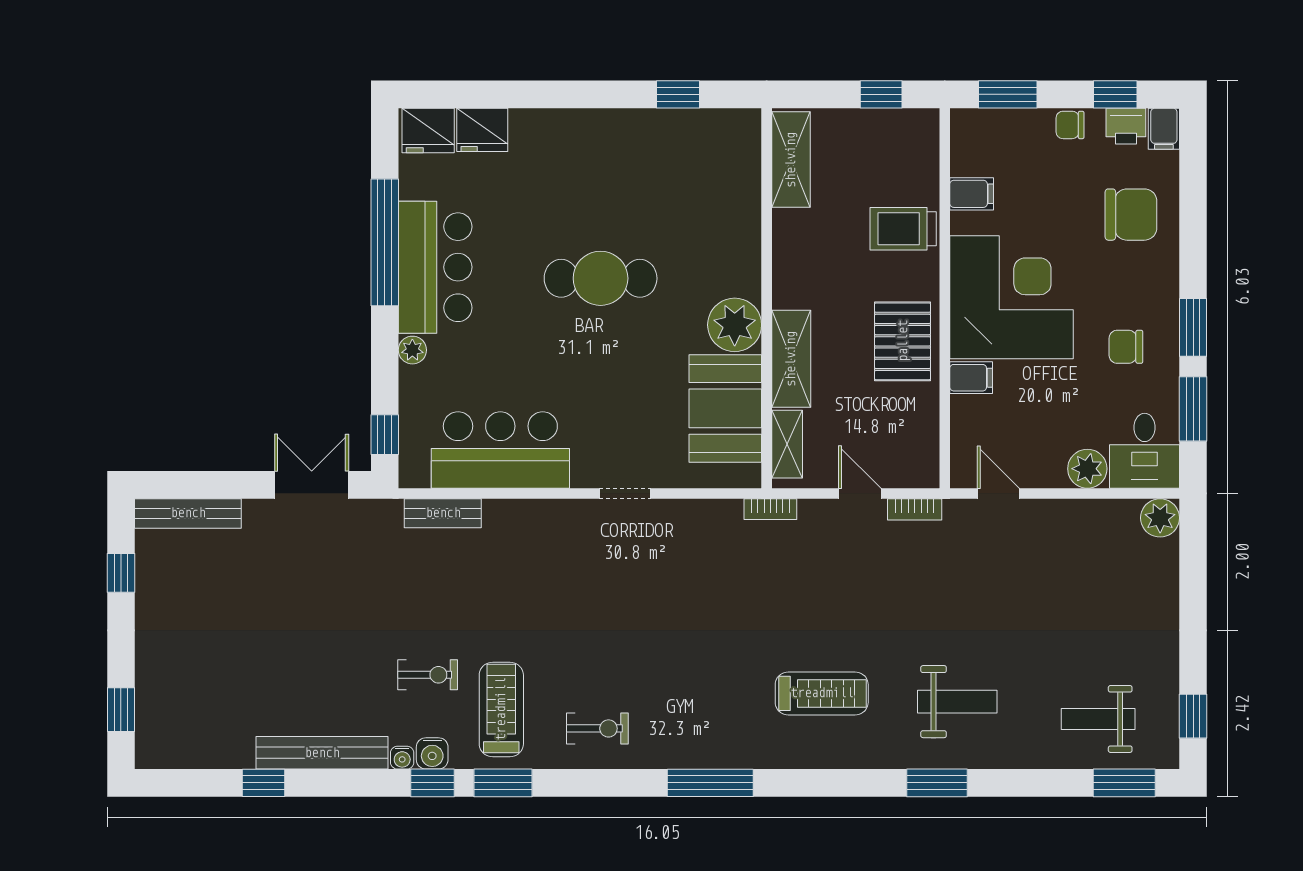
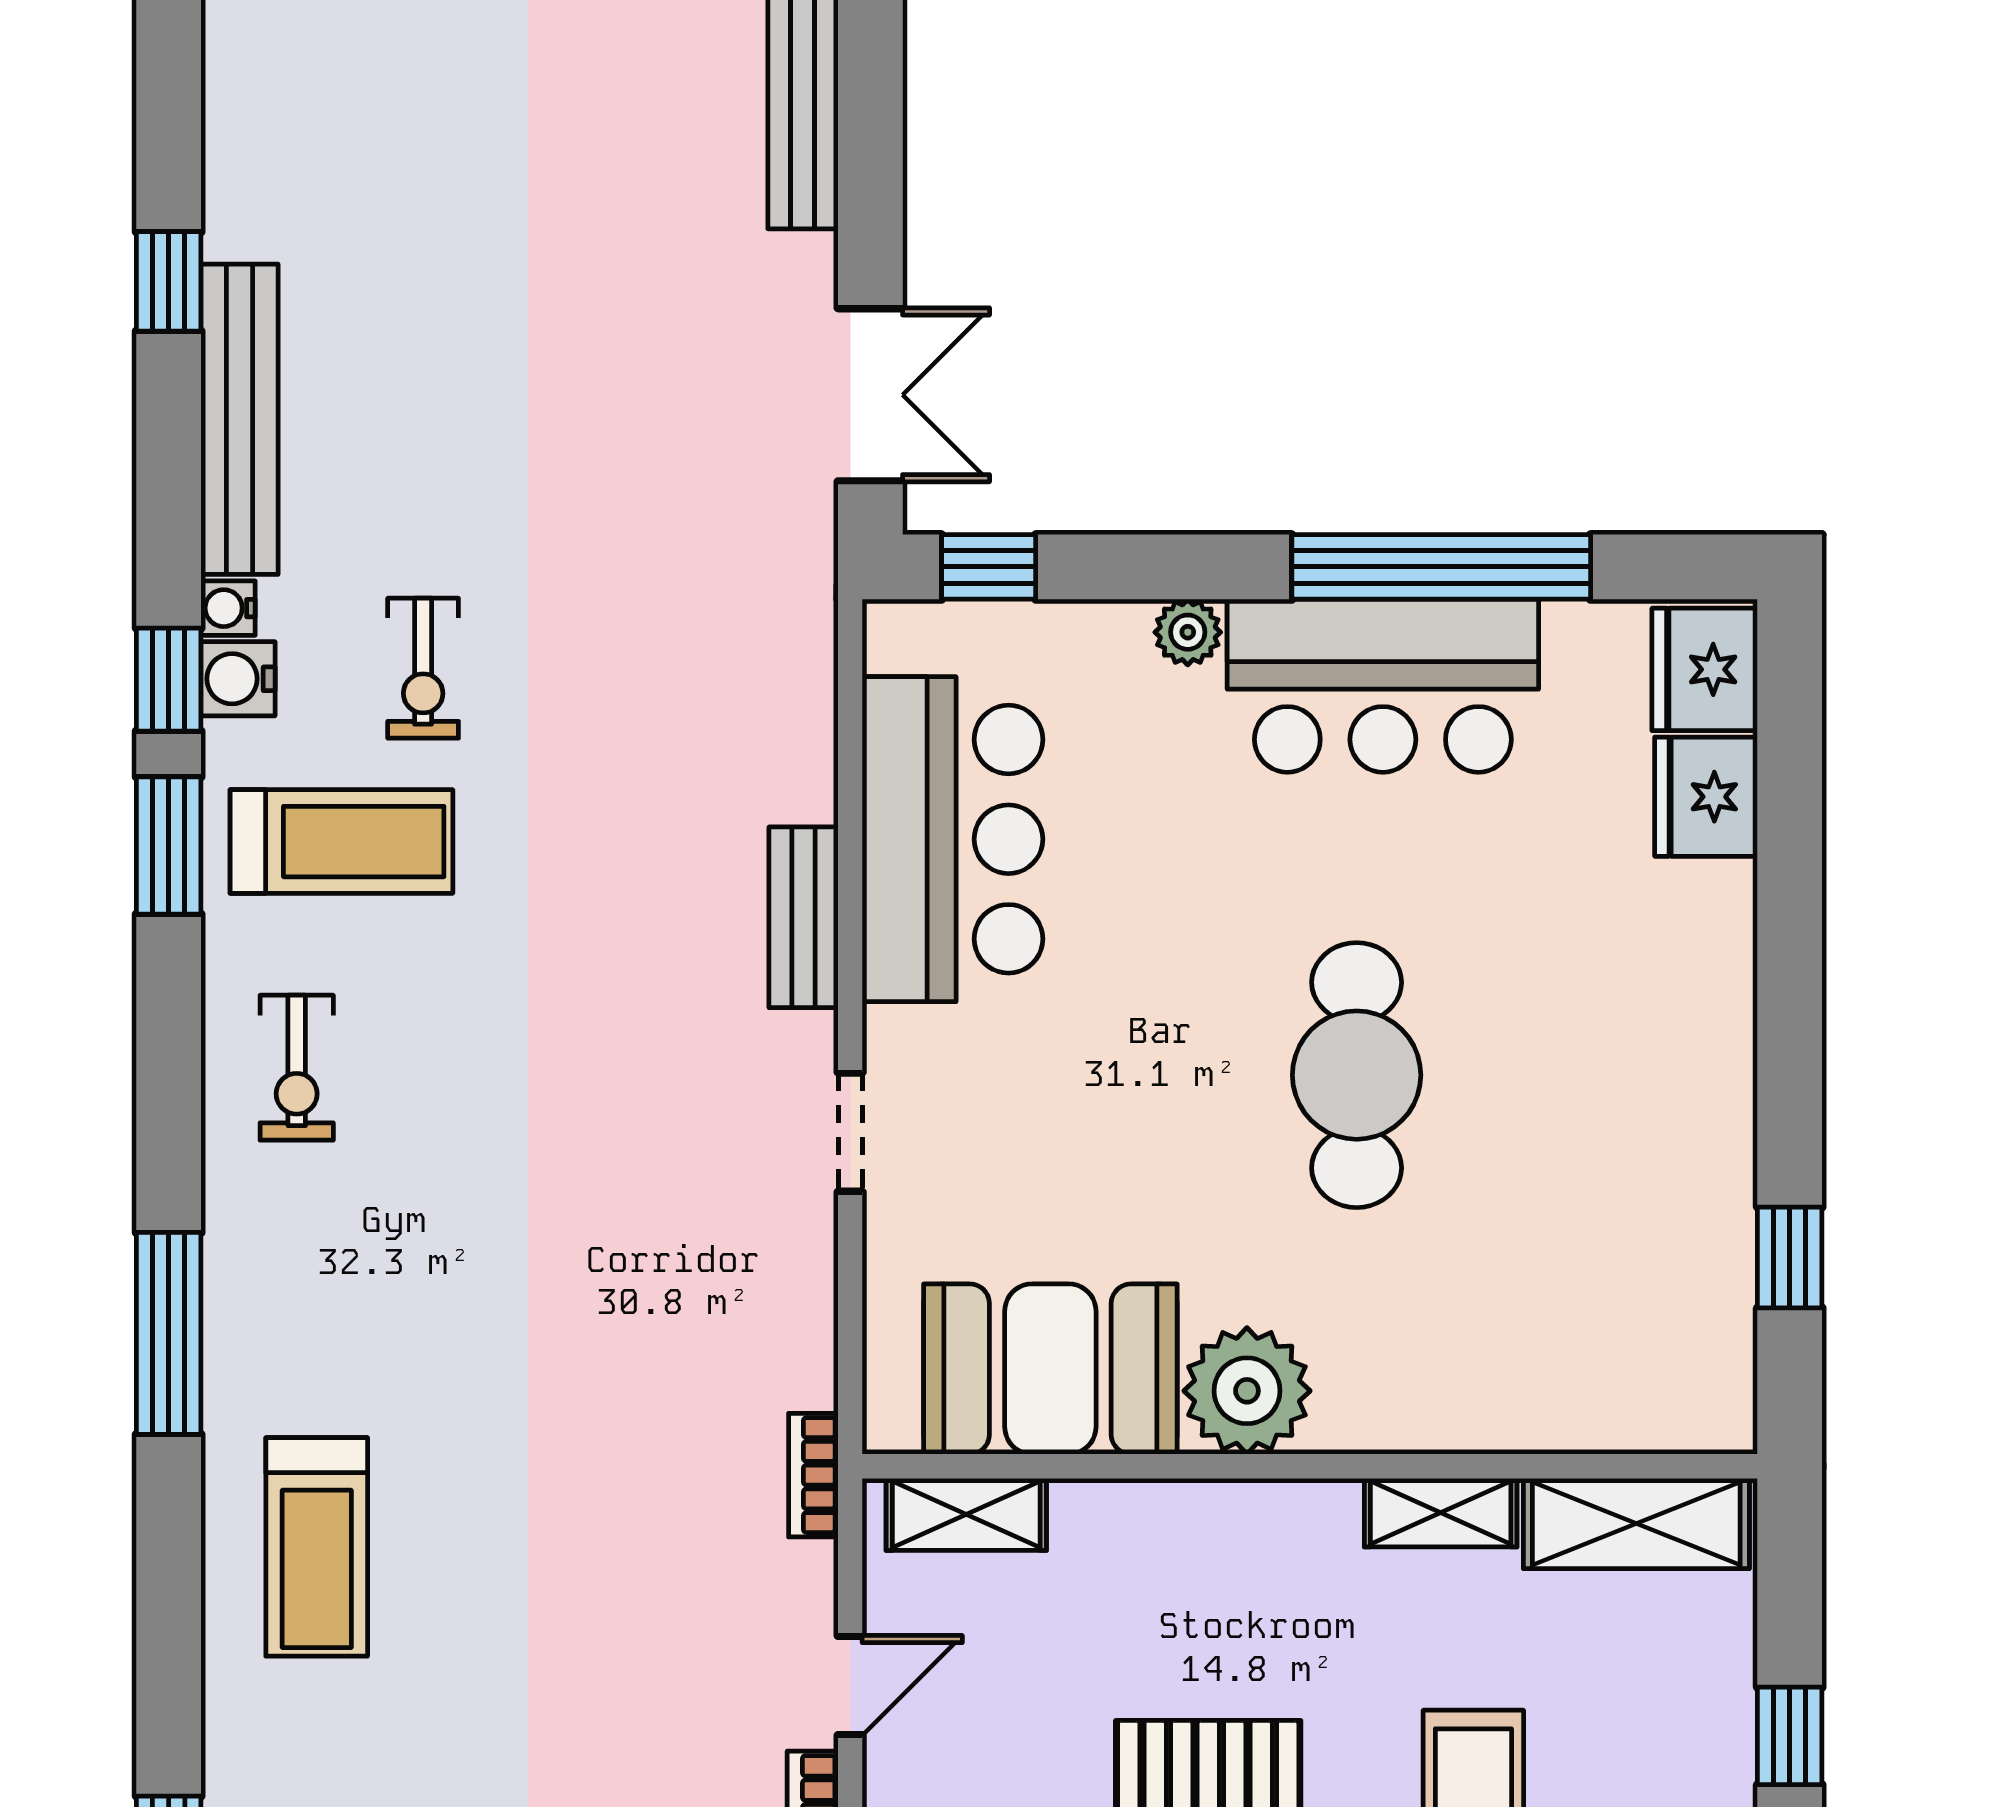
shelving: (791, 359) -> (1441, 1513), moved, width x0.67, depth x0.75
bench: (443, 513) -> (803, 917), moved
treadmill: (822, 693) -> (317, 1547), moved

